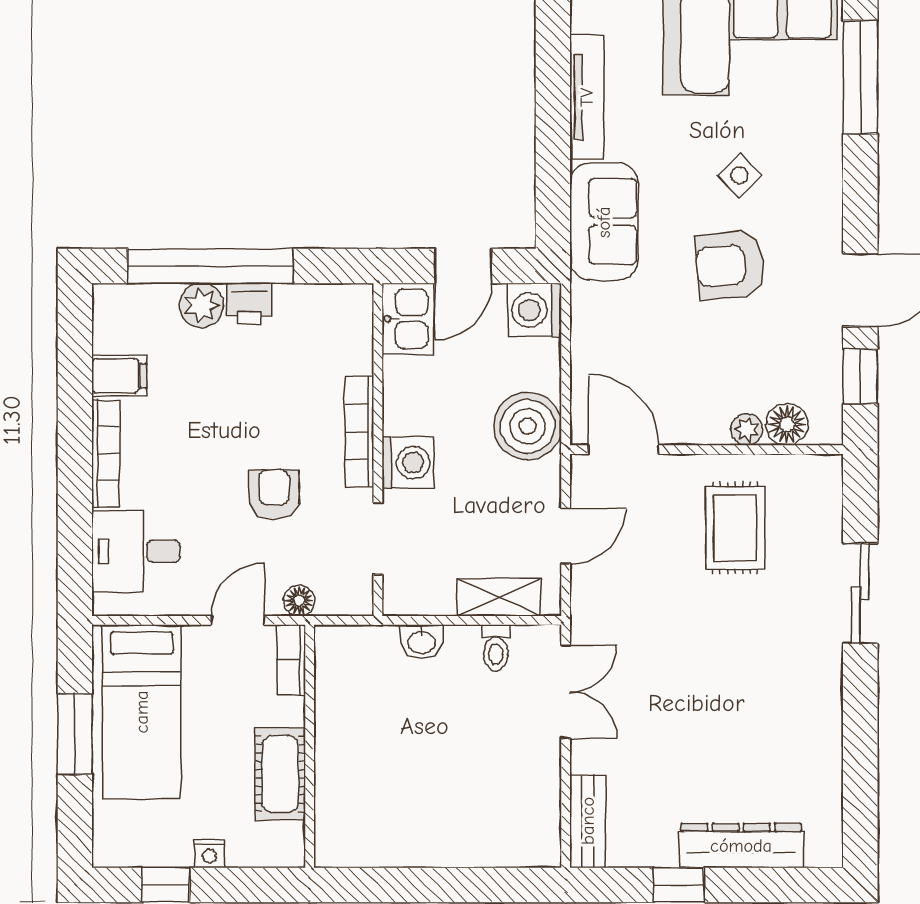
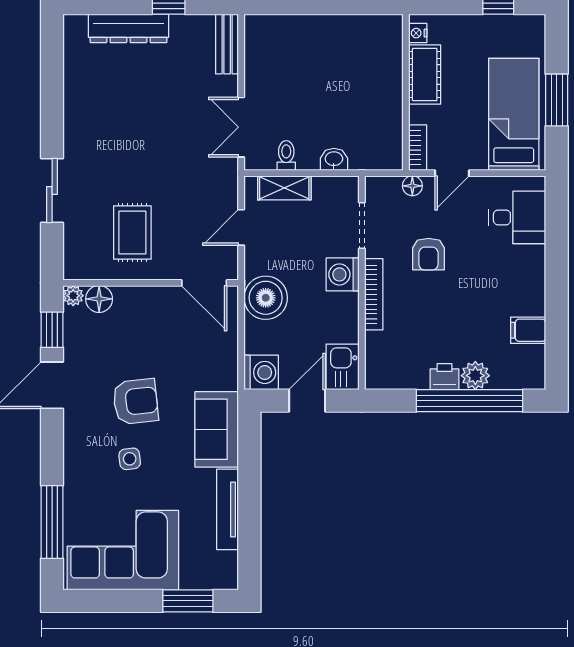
side table: (739, 176) -> (130, 459), turned 37
plant: (747, 429) -> (73, 296), moved
bookcase: (106, 453) -> (537, 280), removed
nightstand: (209, 854) -> (418, 33), moved, turned -90

